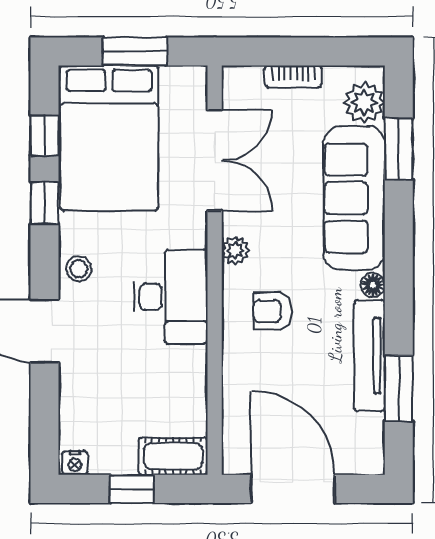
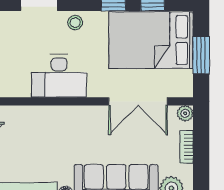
plant: (235, 250) -> (185, 113), moved
armchair: (272, 311) -> (51, 135), removed

